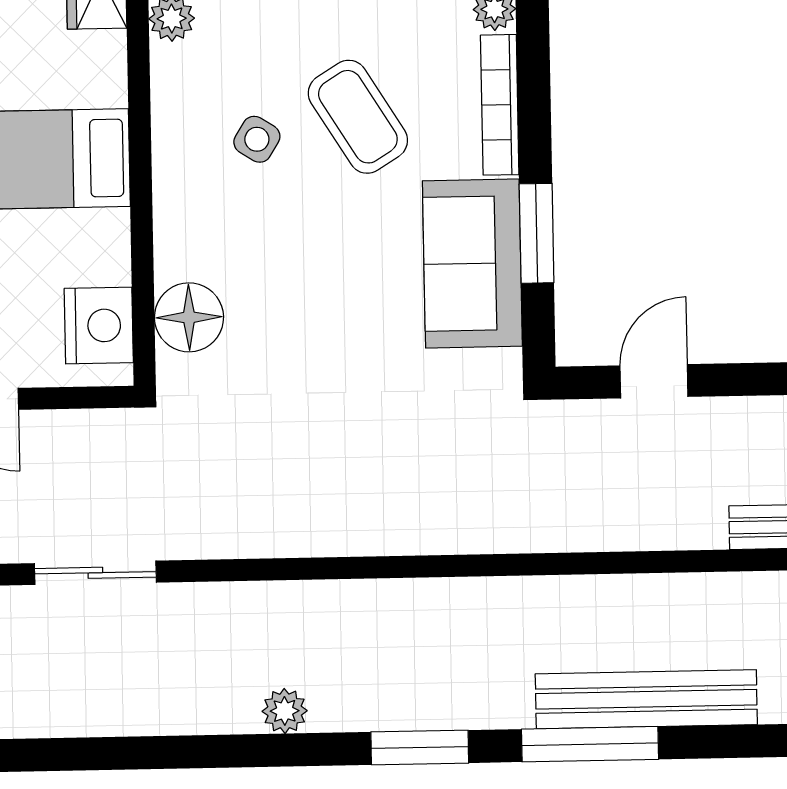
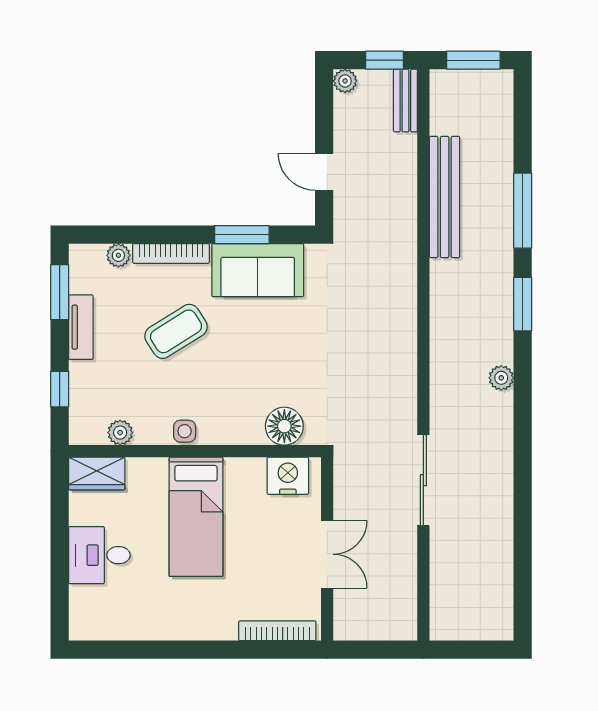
side table: (257, 139) -> (185, 431), moved, turned -32
sliding door: (95, 573) -> (423, 480), width x1.37
bench: (646, 699) -> (445, 197), moved

